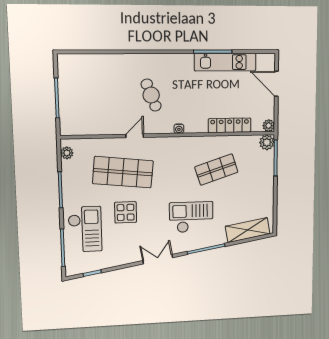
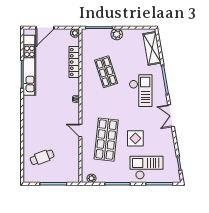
kitchen unit: (225, 62) -> (29, 65), width x1.36
cafe table: (151, 95) -> (42, 157), moved
plant: (267, 142) -> (117, 34), moved
checkout: (191, 217) -> (141, 91), turned 180

